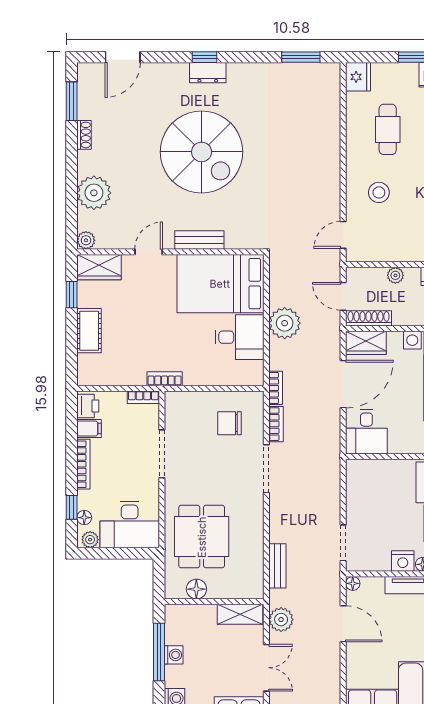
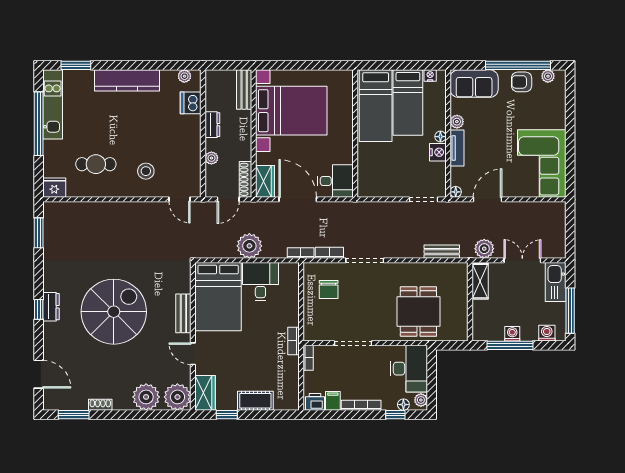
plant: (86, 240) -> (177, 397), width x1.87, depth x1.87
dining table: (202, 537) -> (418, 312), turned 90
floor lamp: (196, 589) -> (460, 316), removed

